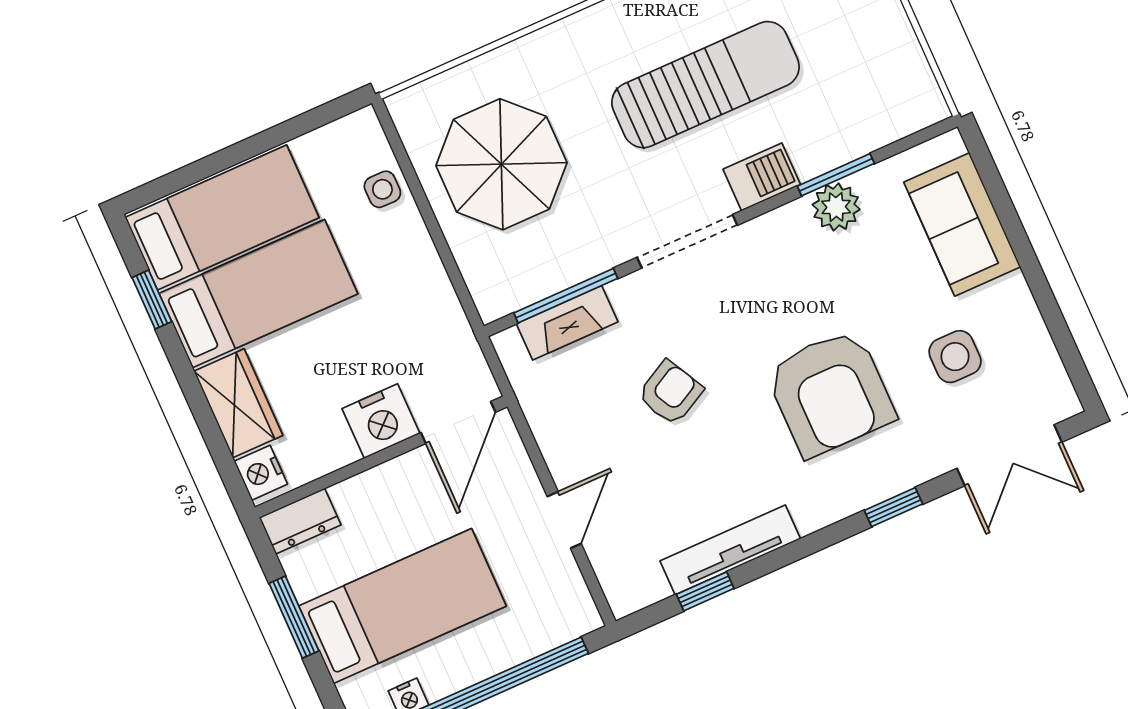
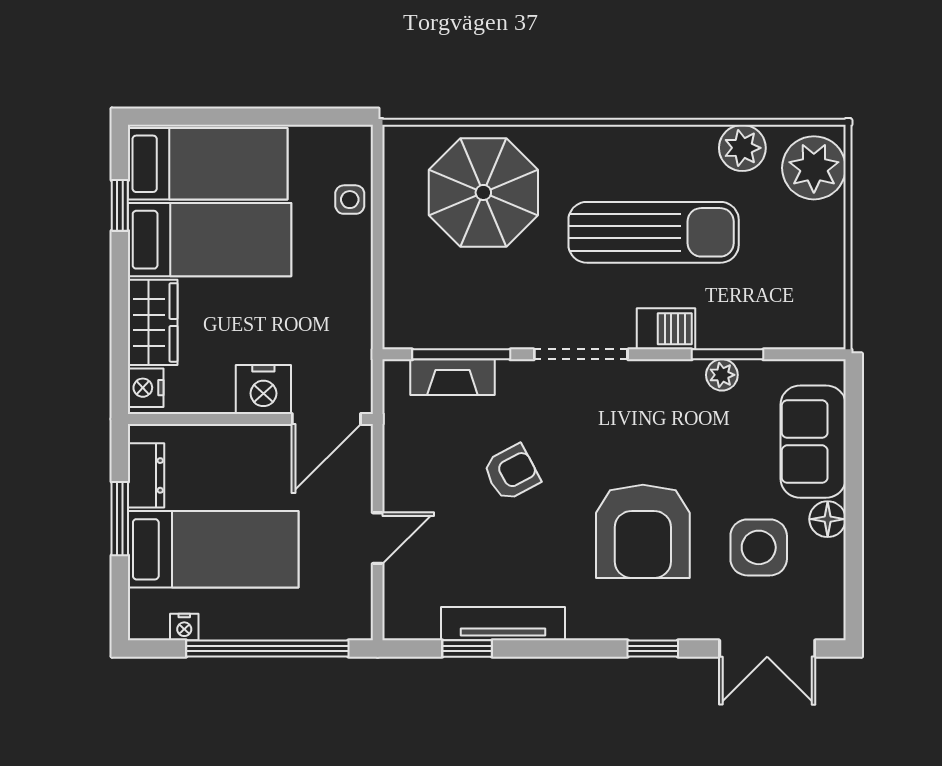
parasol: (501, 164) -> (483, 192), moved
plant: (836, 207) -> (722, 375), width x0.73, depth x0.73
floor lamp: (1012, 297) -> (828, 519), added
side table: (955, 357) -> (759, 547), width x1.37, depth x1.37
dresser: (300, 521) -> (146, 475), moved, turned -90

